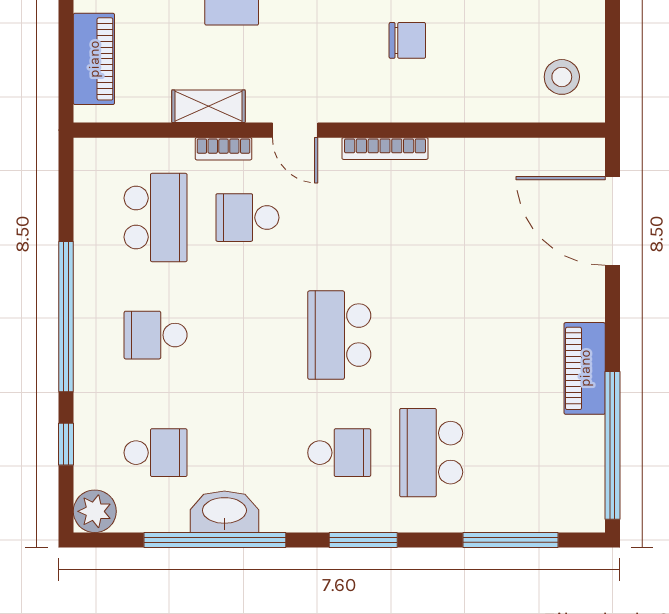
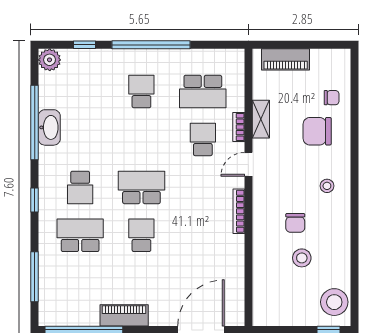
stool: (562, 77) -> (302, 258), moved
school desk: (156, 453) -> (141, 235), moved, turned 180
window: (363, 540) -> (35, 200), width x0.67

